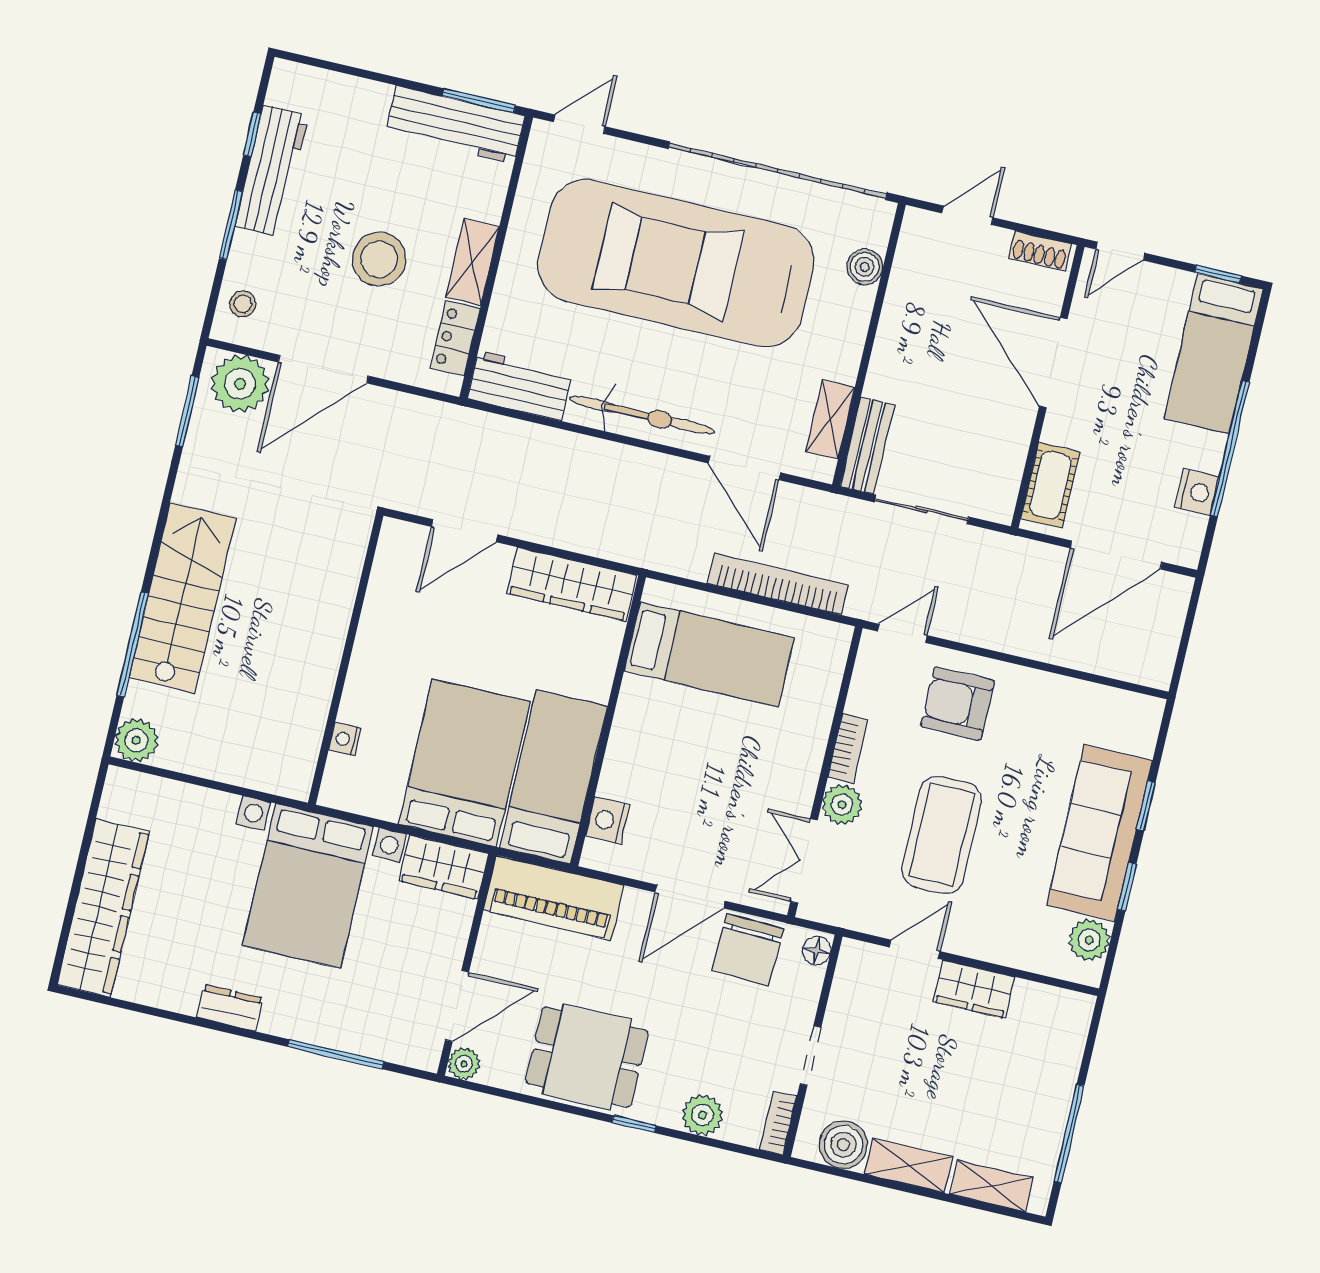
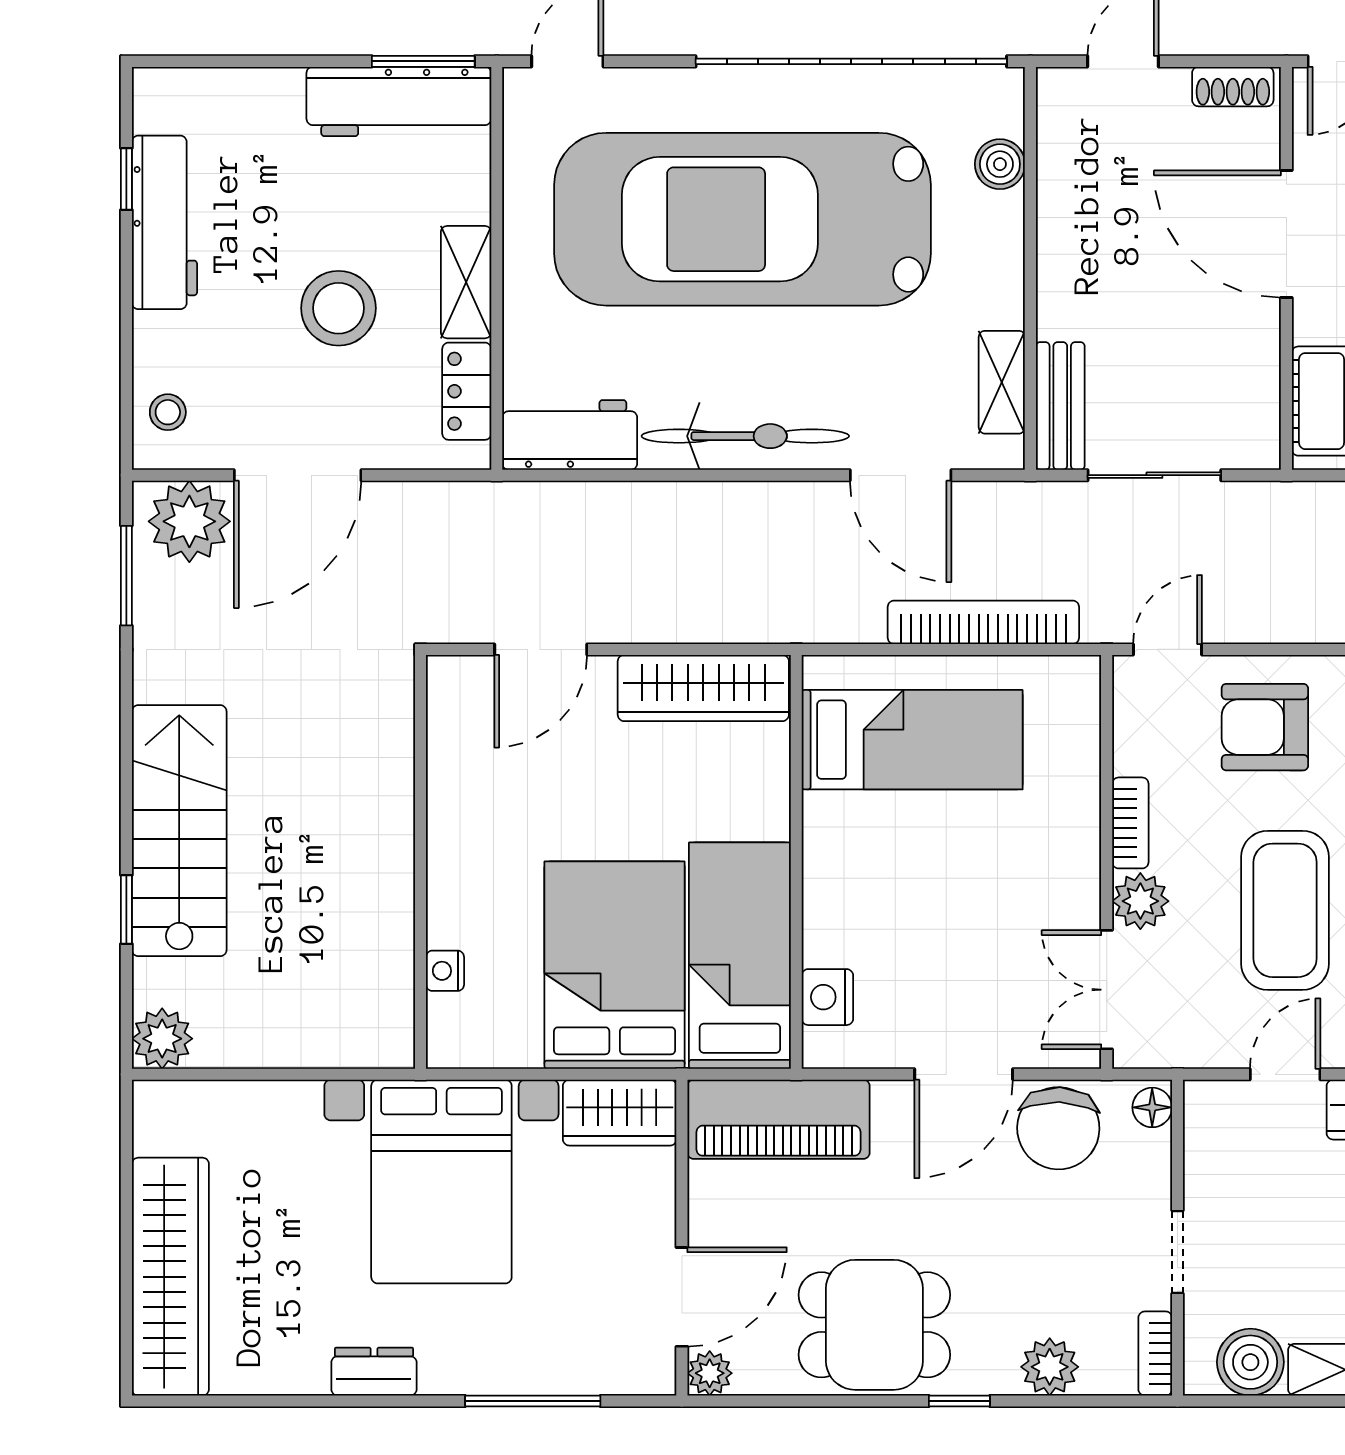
window: (231, 225) -> (126, 309), removed
window: (133, 644) -> (126, 910), width x0.46

